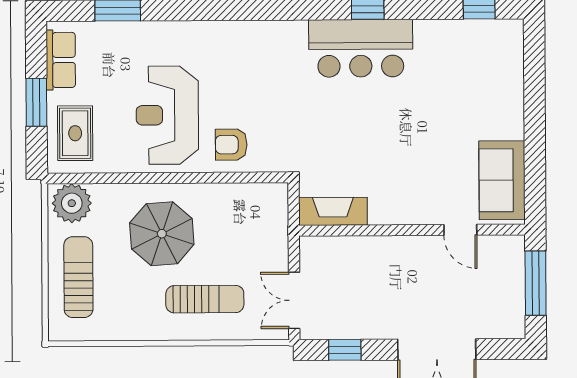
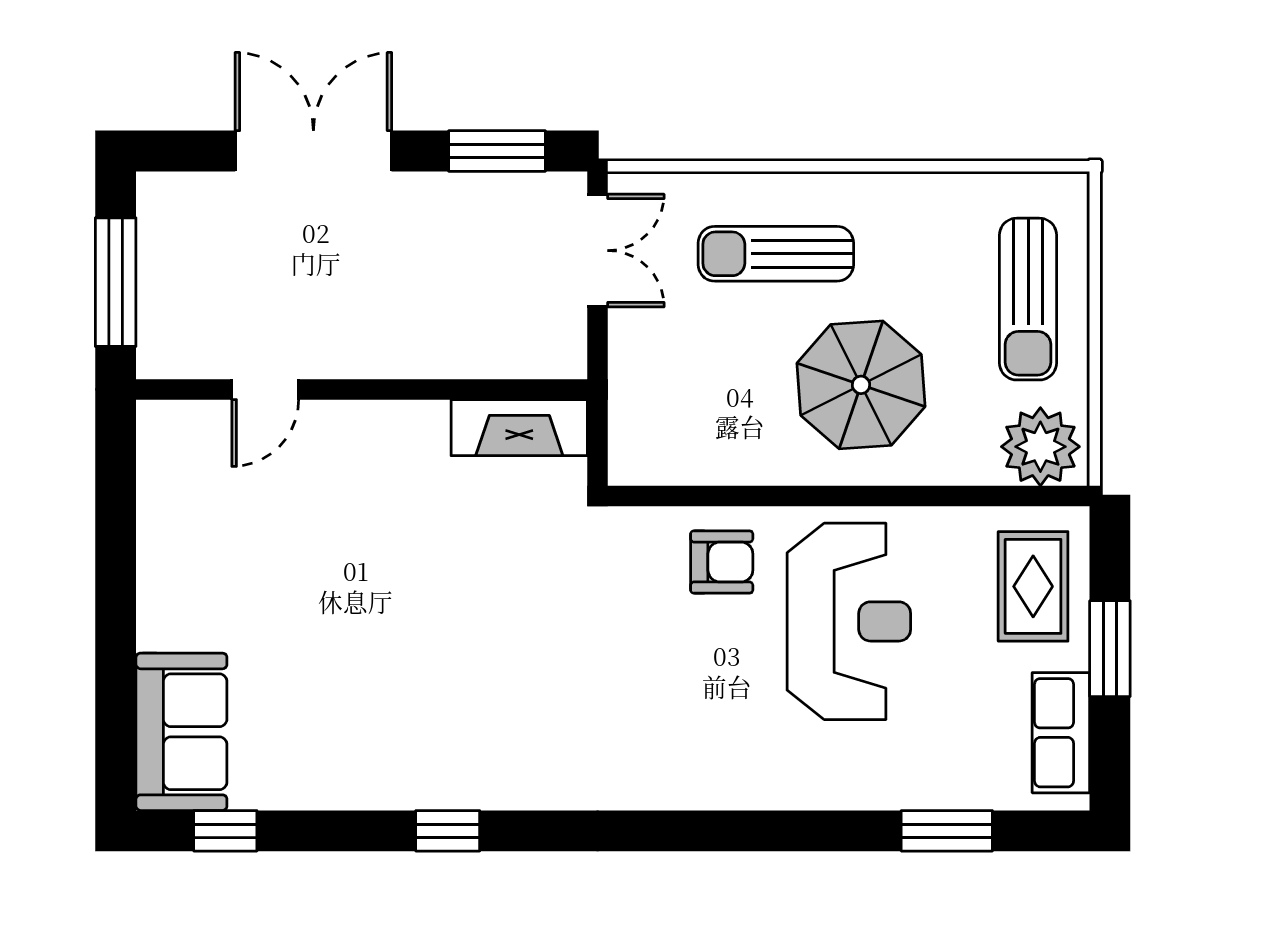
bar counter: (361, 48) -> (462, 753), removed
sofa: (502, 180) -> (181, 732), moved
door: (460, 230) -> (265, 389), swing flipped
window: (345, 350) -> (497, 151), width x1.50

